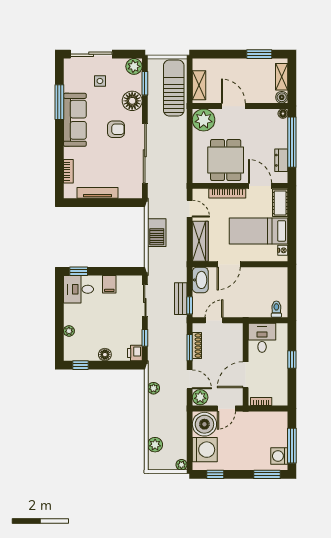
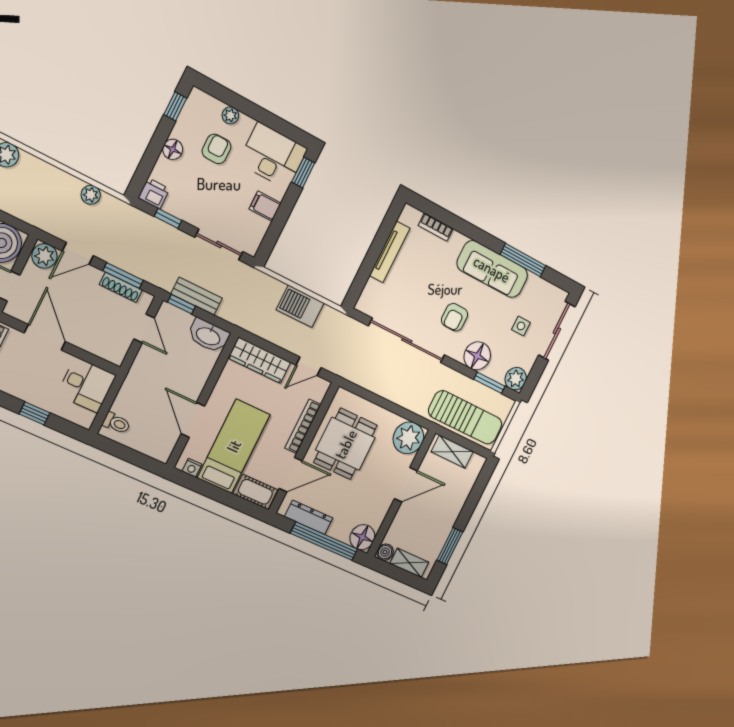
floor lamp: (283, 114) -> (362, 537), width x1.89, depth x1.89
dining table: (226, 160) -> (346, 444), turned 90
dresser: (281, 160) -> (309, 517), width x1.44
door: (229, 264) -> (193, 420), moved
desk: (78, 289) -> (273, 156), width x1.37
armchair: (92, 330) -> (216, 149), added

